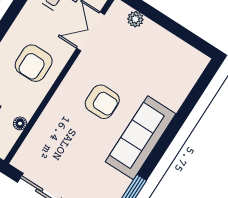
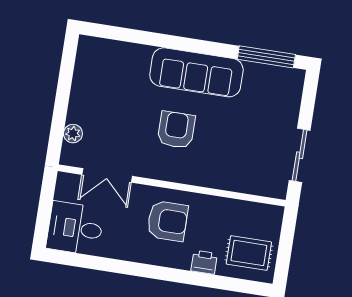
floor lamp: (20, 123) -> (238, 207), removed

